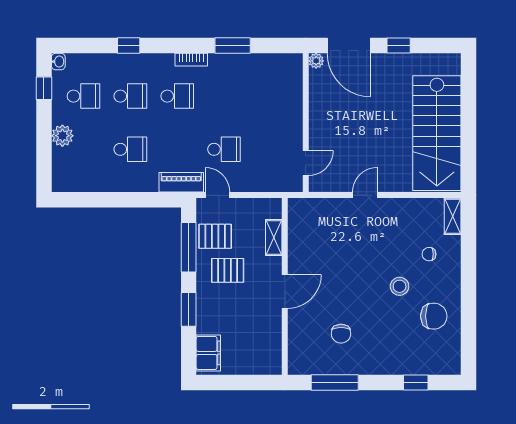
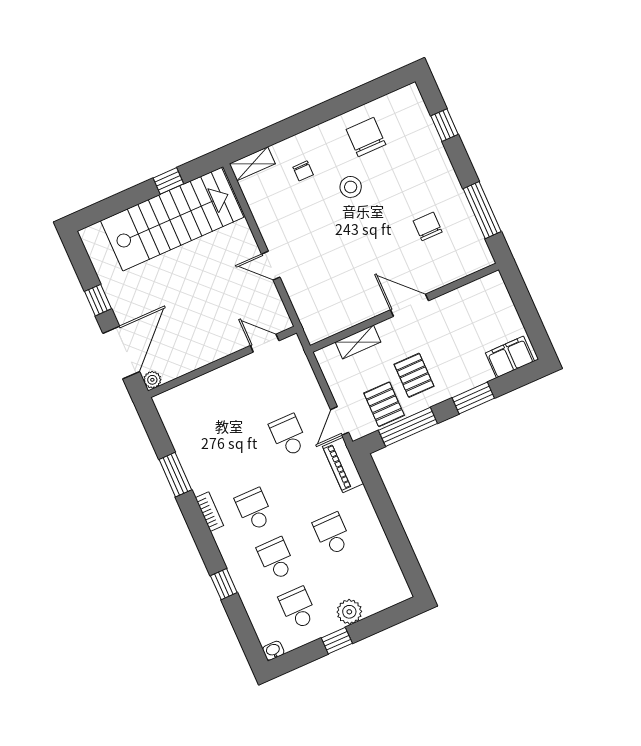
window: (44, 88) -> (337, 641), moved
window: (468, 144) -> (168, 181), added
chair: (341, 334) -> (428, 226), turned -90

